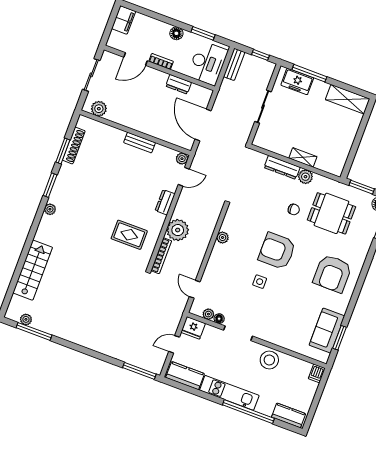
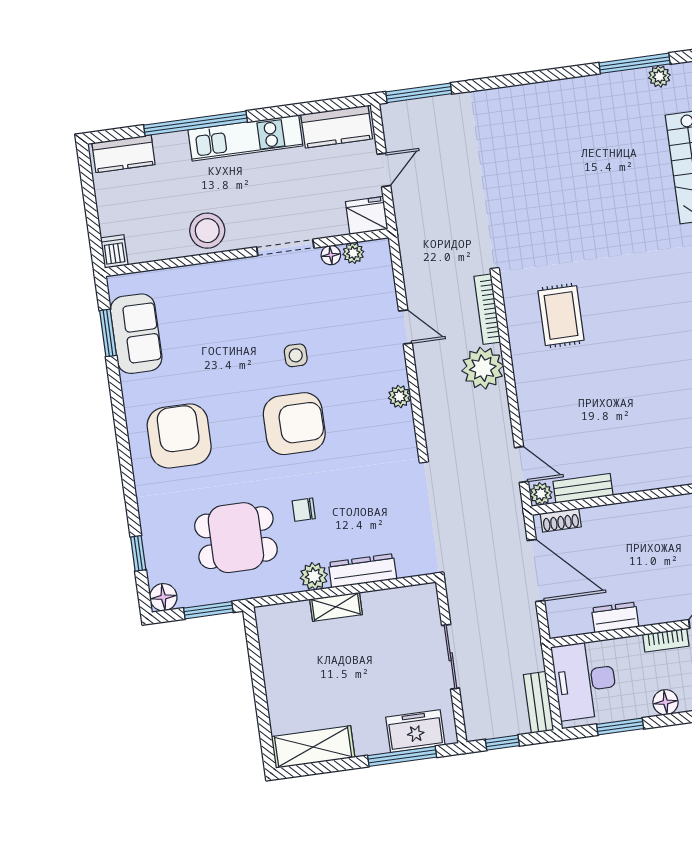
shoe rack: (180, 142) -> (561, 520), added
bench: (140, 143) -> (583, 488), moved
door: (184, 177) -> (521, 464), swing flipped
dresser: (165, 202) -> (530, 404), removed
rug: (129, 235) -> (561, 316), turned 90
door: (195, 289) -> (405, 327), moved

